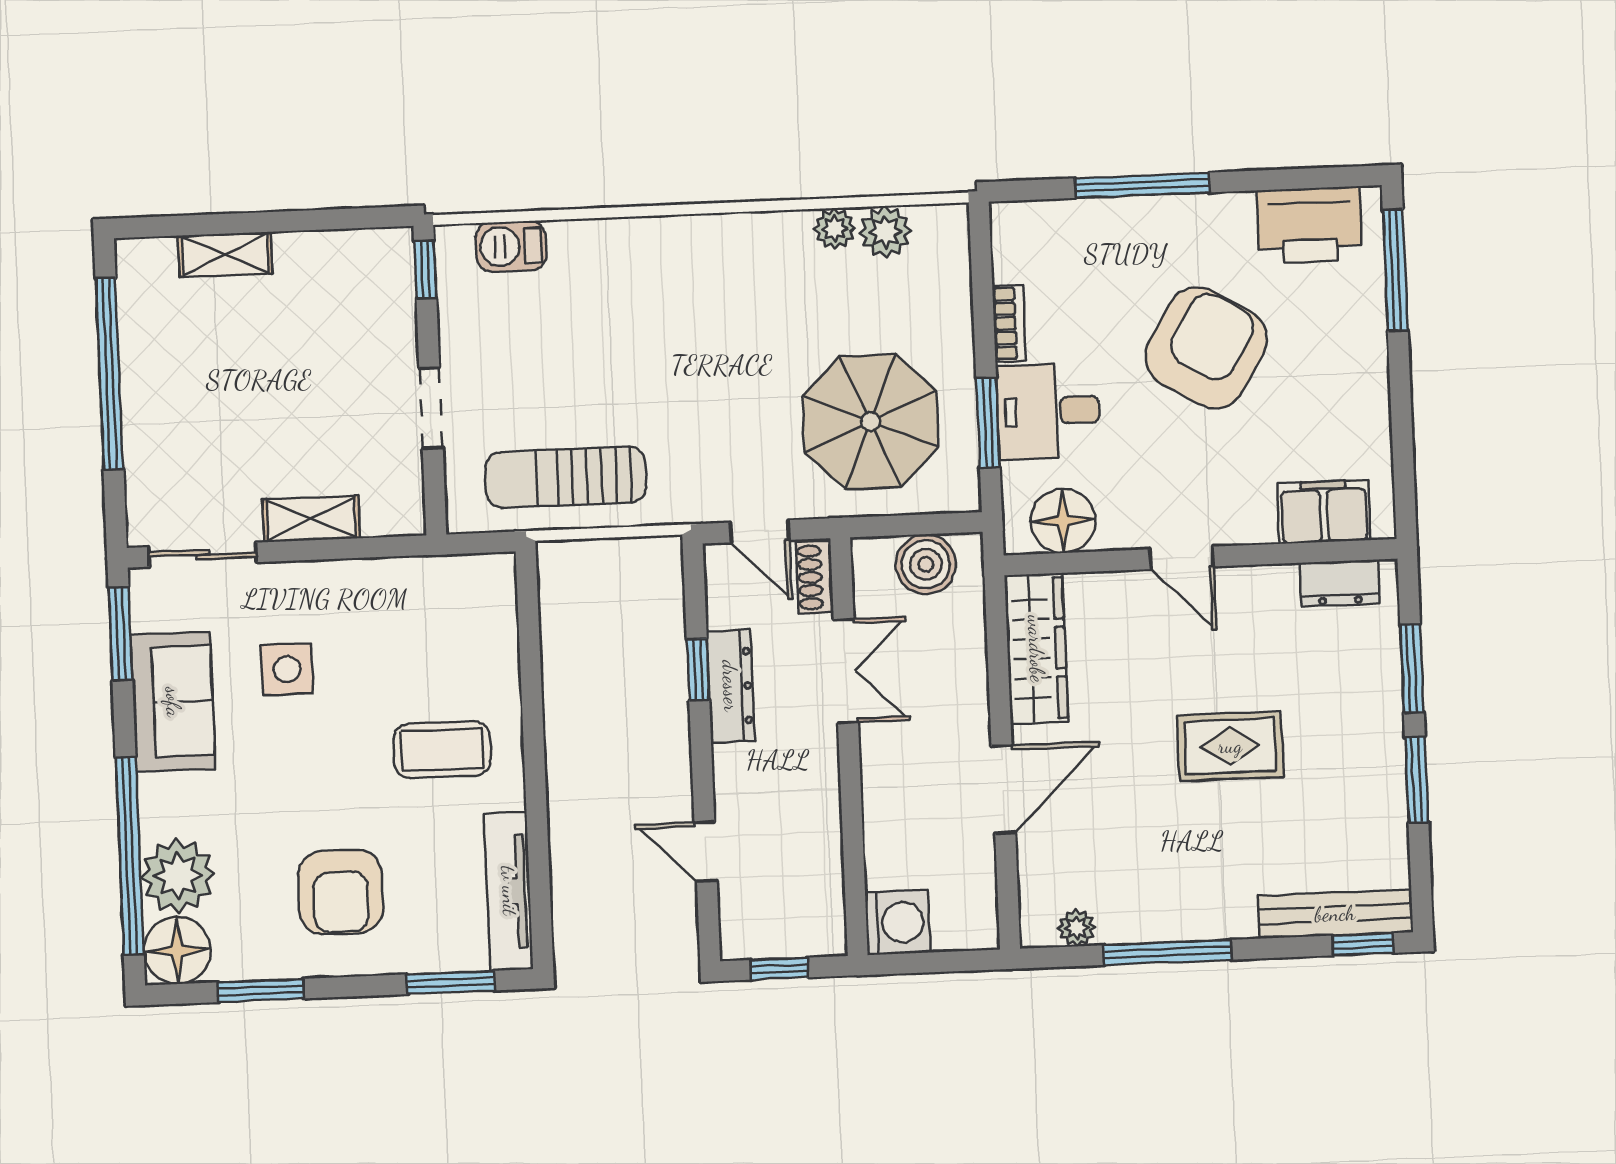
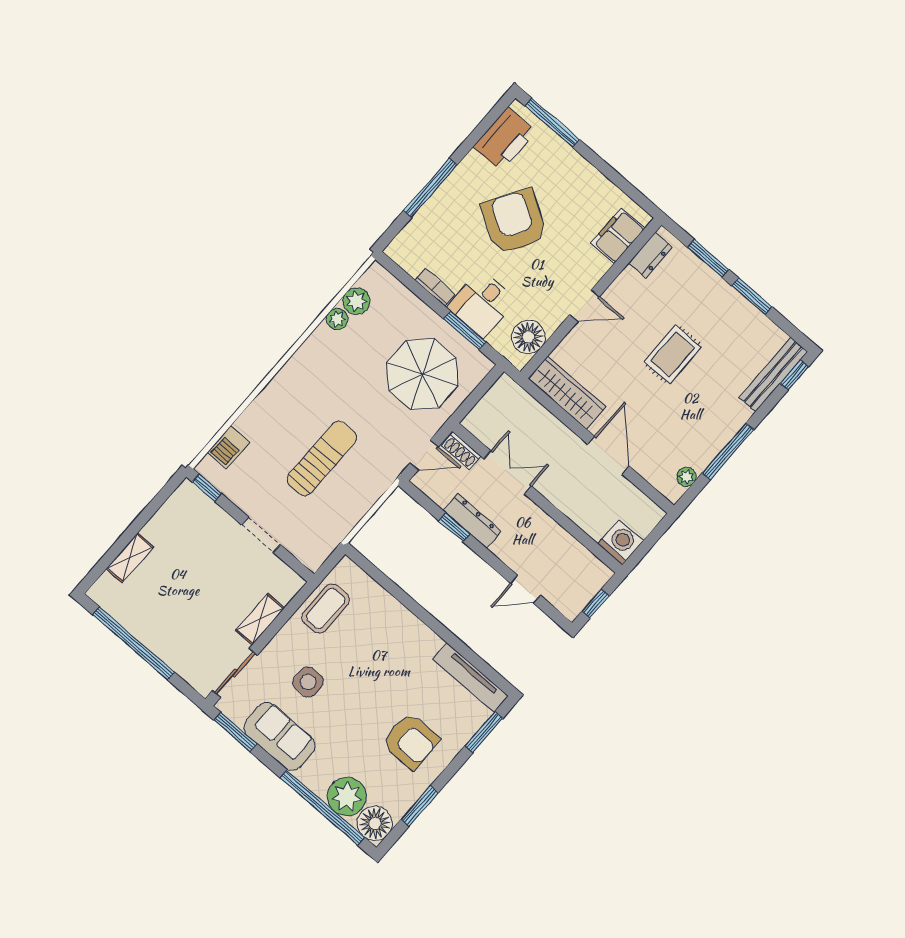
sun lounger: (566, 477) -> (322, 458), moved, turned 180
boiler: (926, 564) -> (496, 404), removed
coffee table: (442, 750) -> (326, 609), moved

